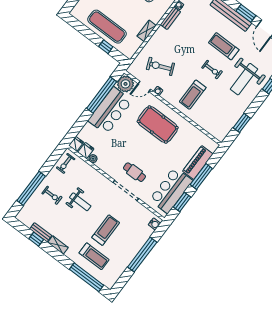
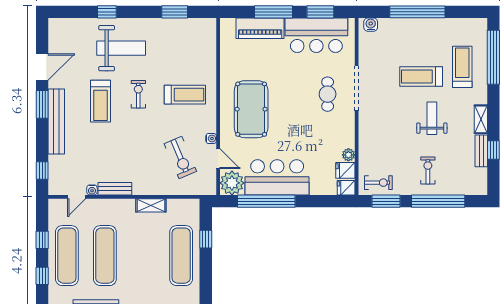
window: (53, 160) -> (386, 201), added
weight bench: (80, 202) -> (432, 118), moved

